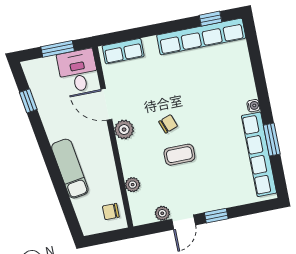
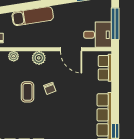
window: (58, 49) -> (115, 24), width x1.44
door: (106, 104) -> (71, 49), swing flipped
plant: (124, 130) -> (39, 58), moved

